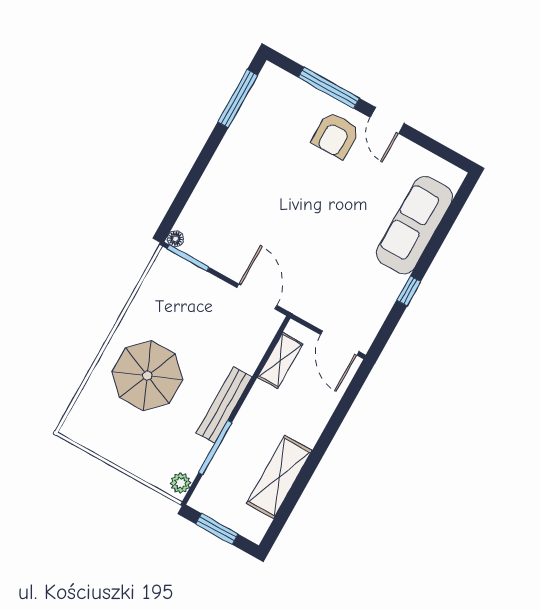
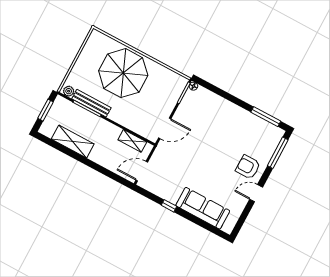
window: (329, 88) -> (278, 153), moved
parasol: (147, 376) -> (123, 73), width x1.36, depth x1.36
bench: (224, 405) -> (91, 103), moved

